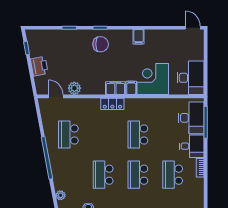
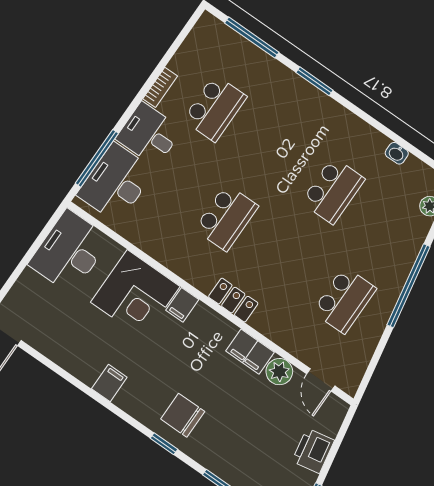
filing cabinet: (115, 88) -> (250, 352), moved
school desk: (138, 175) -> (274, 149), removed

